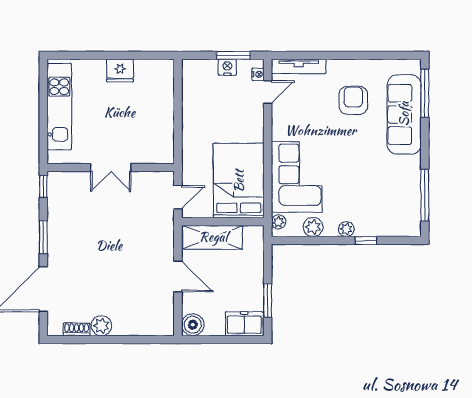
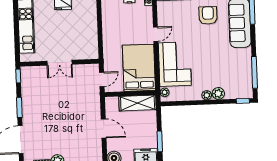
door: (268, 92) -> (156, 34), moved
plant: (313, 227) -> (218, 93), moved
shelving: (213, 237) -> (138, 103), moved
window: (366, 240) -> (243, 101), moved

